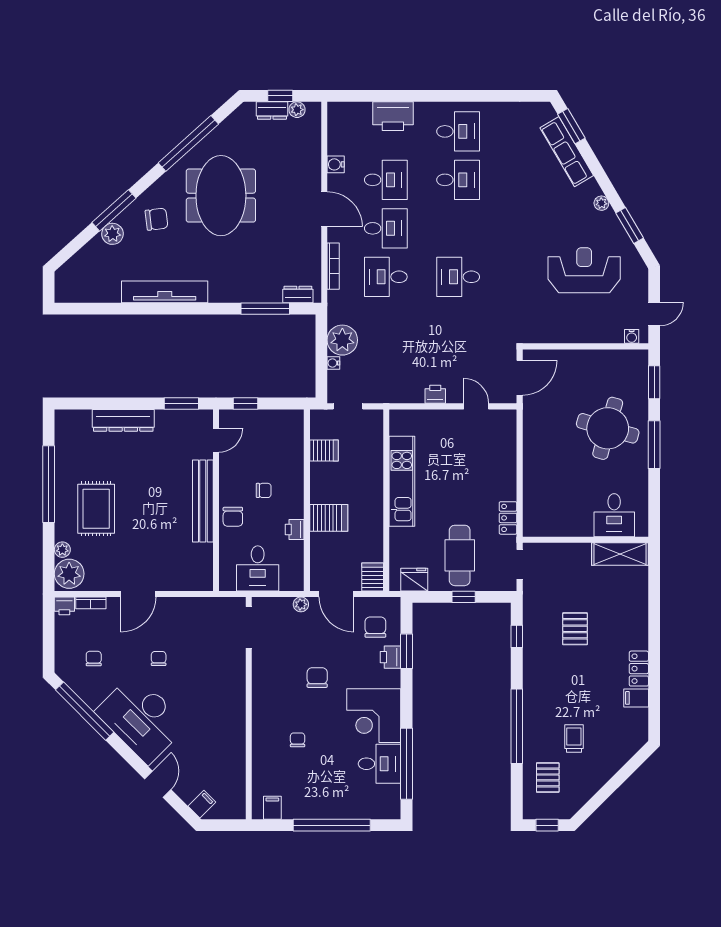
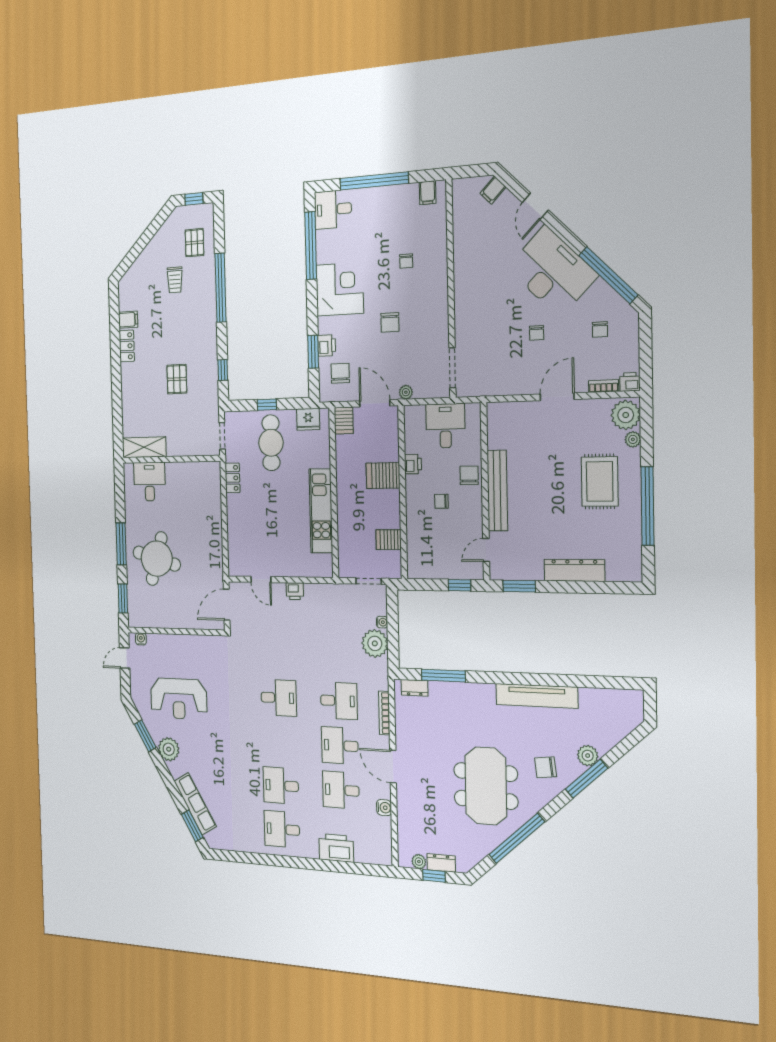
plant: (601, 203) -> (169, 749), width x1.87, depth x1.87
chair: (375, 627) -> (340, 373), turned 180
desk: (380, 764) -> (333, 209), moved

